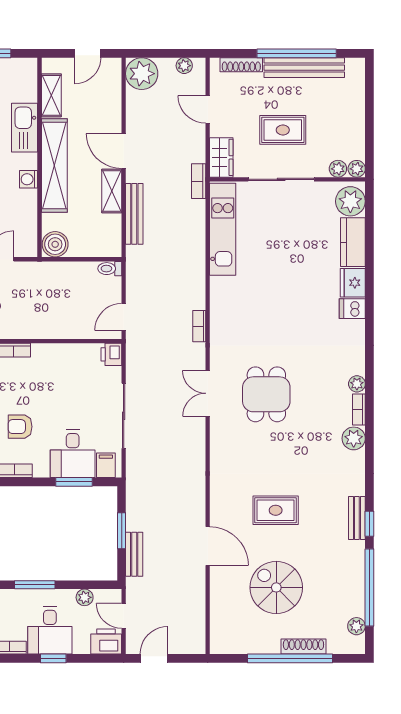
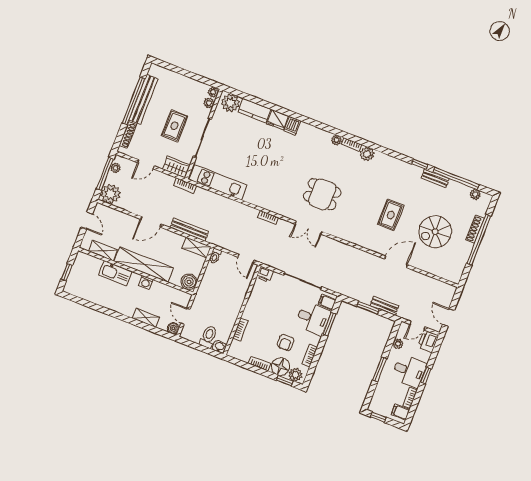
window: (169, 53) -> (105, 174), added
shelving: (112, 191) -> (196, 247), moved
bench: (357, 518) -> (435, 179), moved

